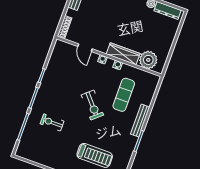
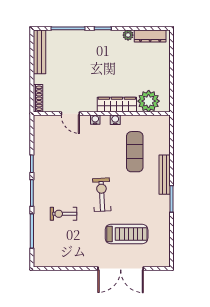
exercise bike: (92, 105) -> (102, 195), moved, turned -142

